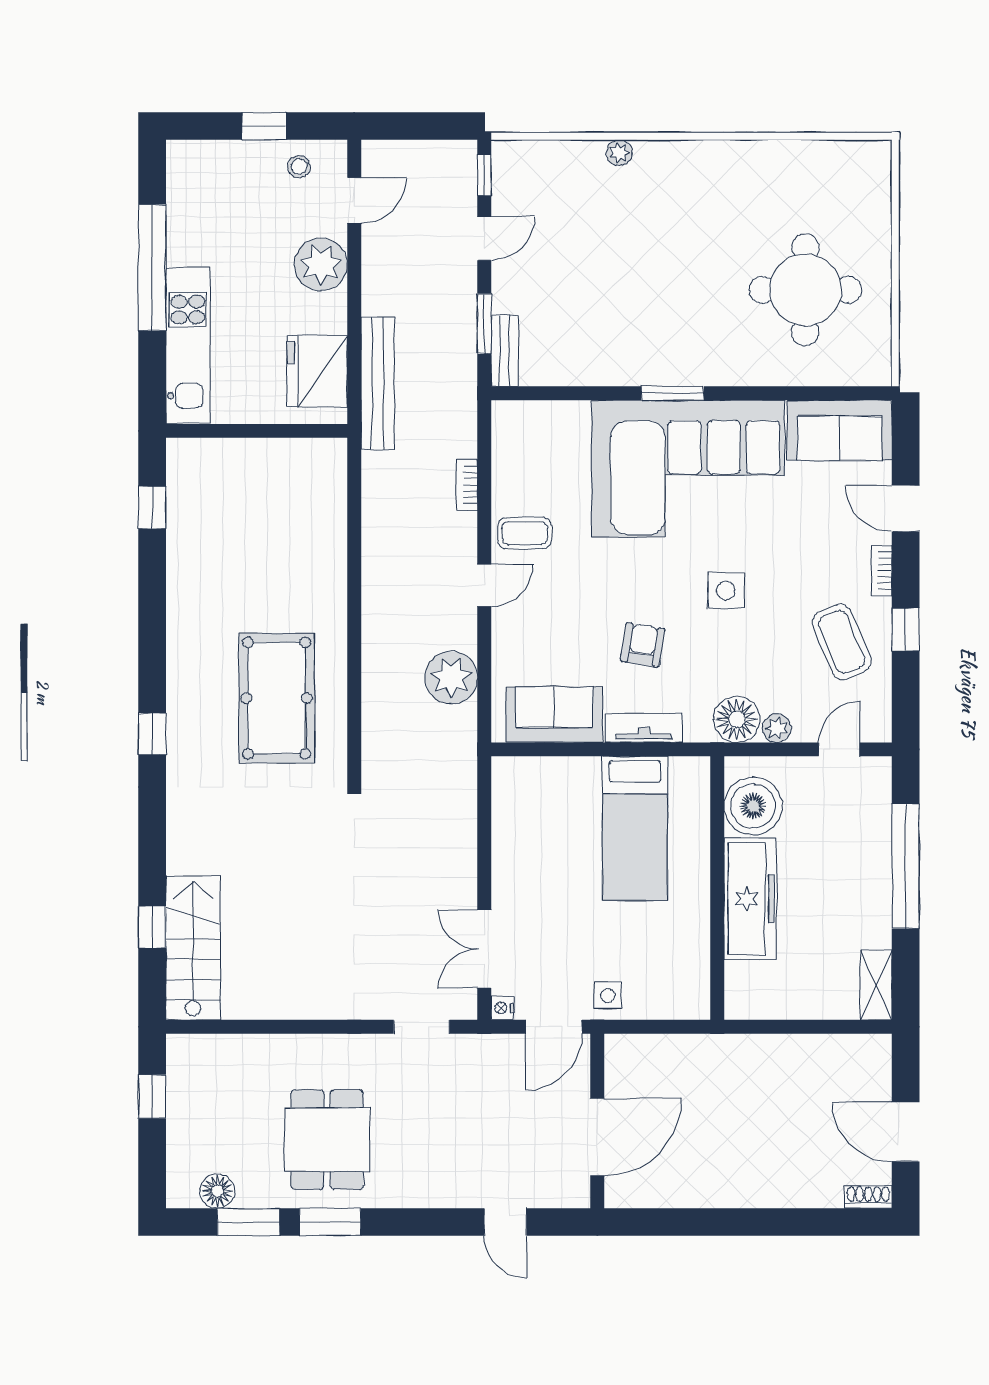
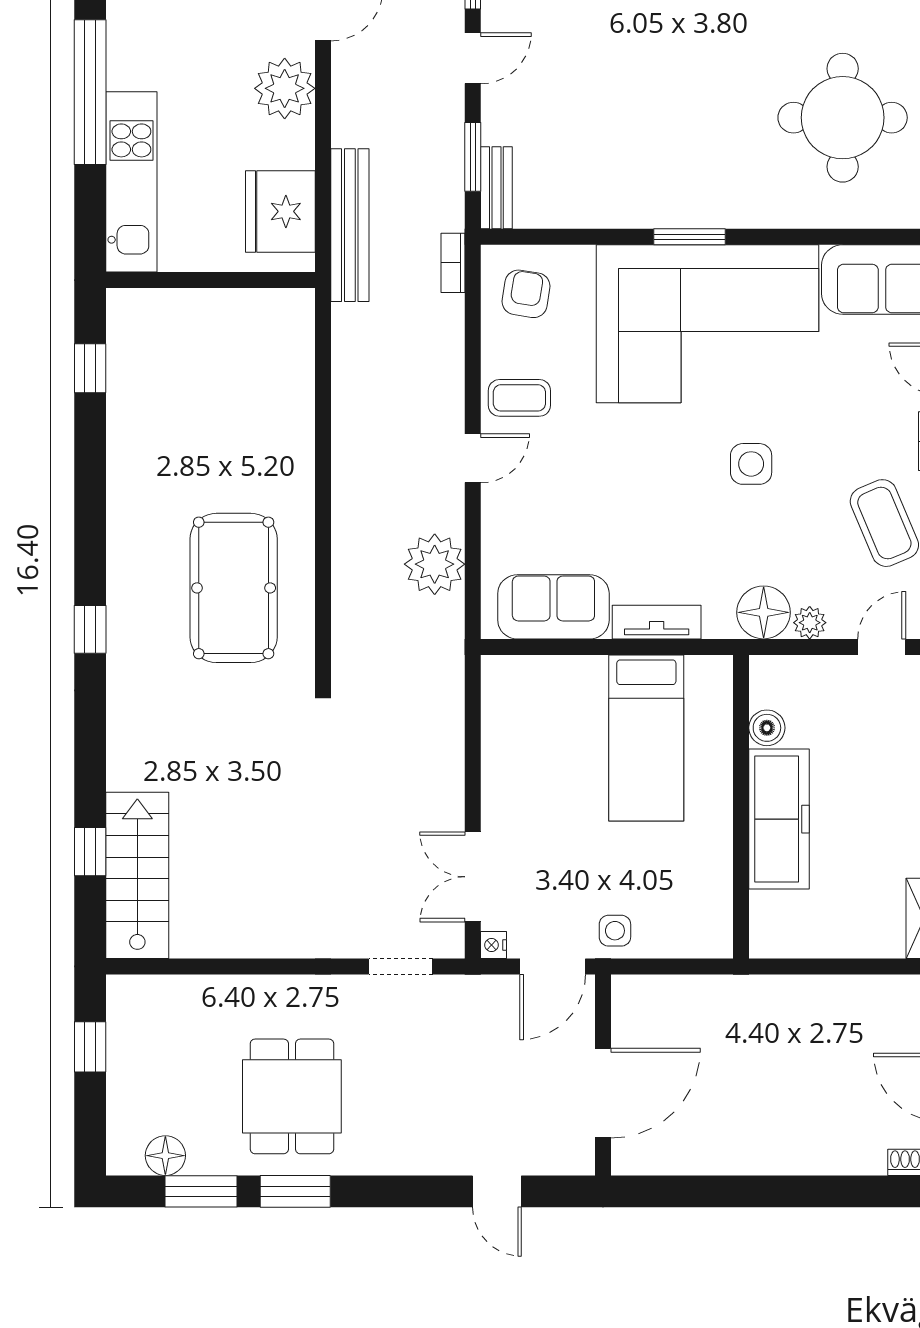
bookcase: (467, 485) -> (453, 263), moved
armchair: (643, 645) -> (526, 294), moved
boiler: (753, 806) -> (767, 728), width x0.54, depth x0.54

